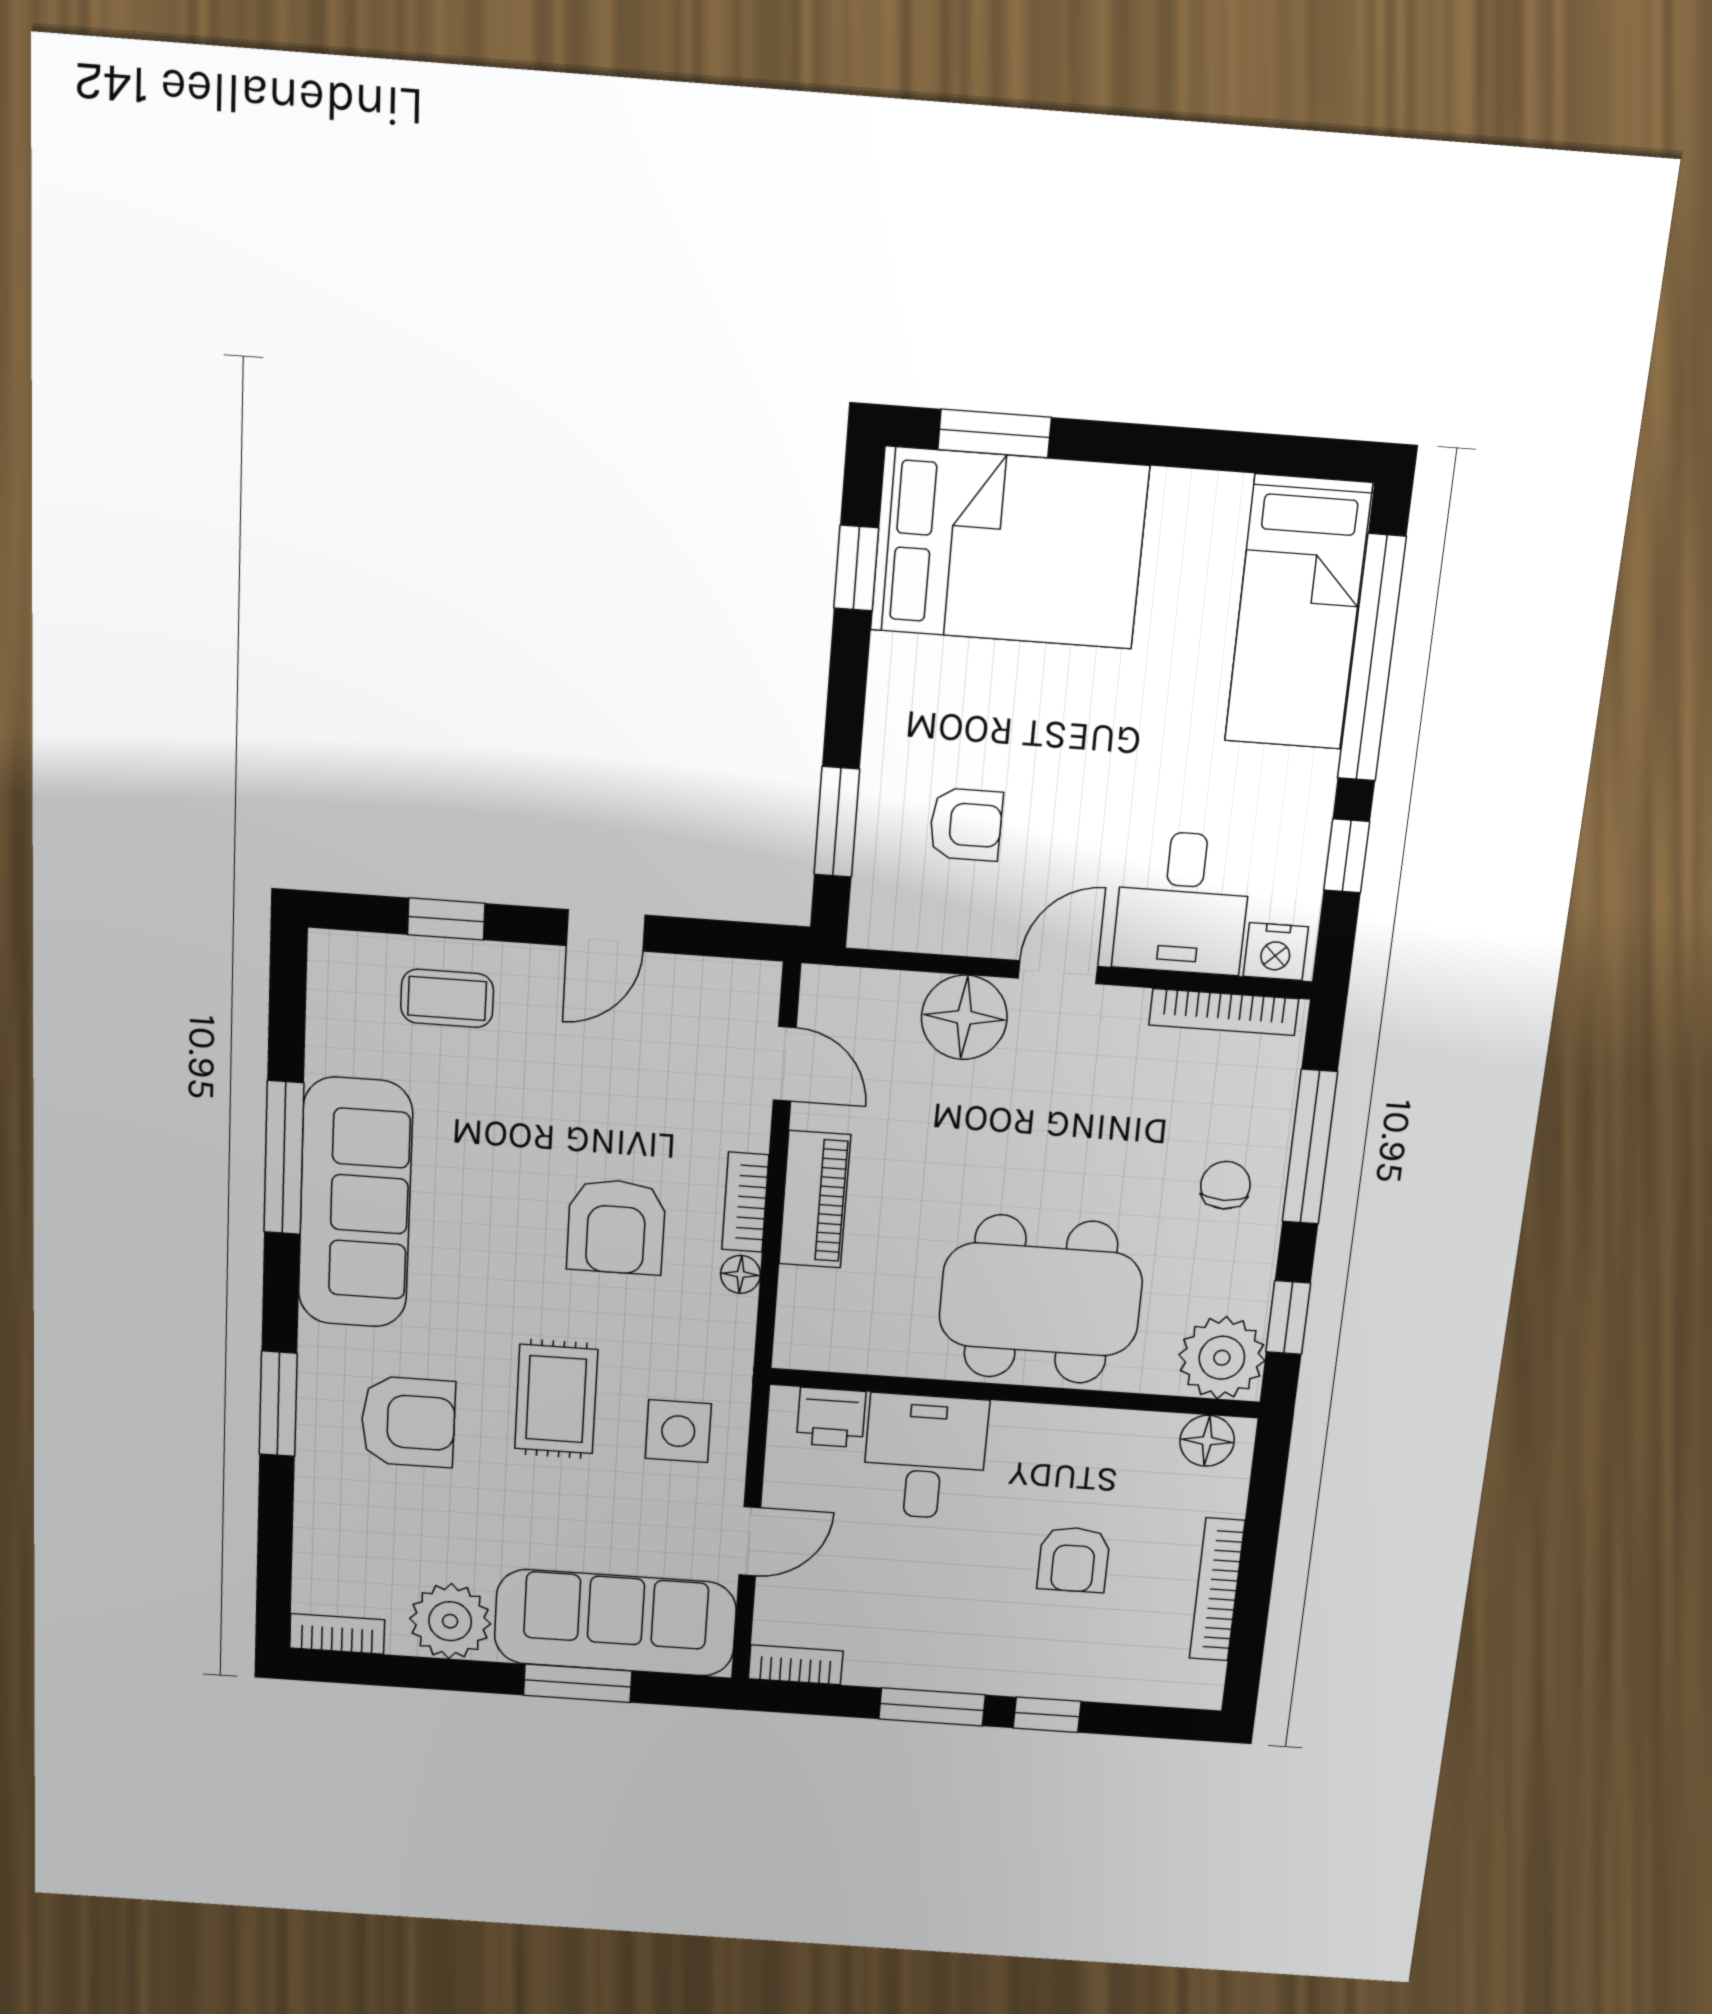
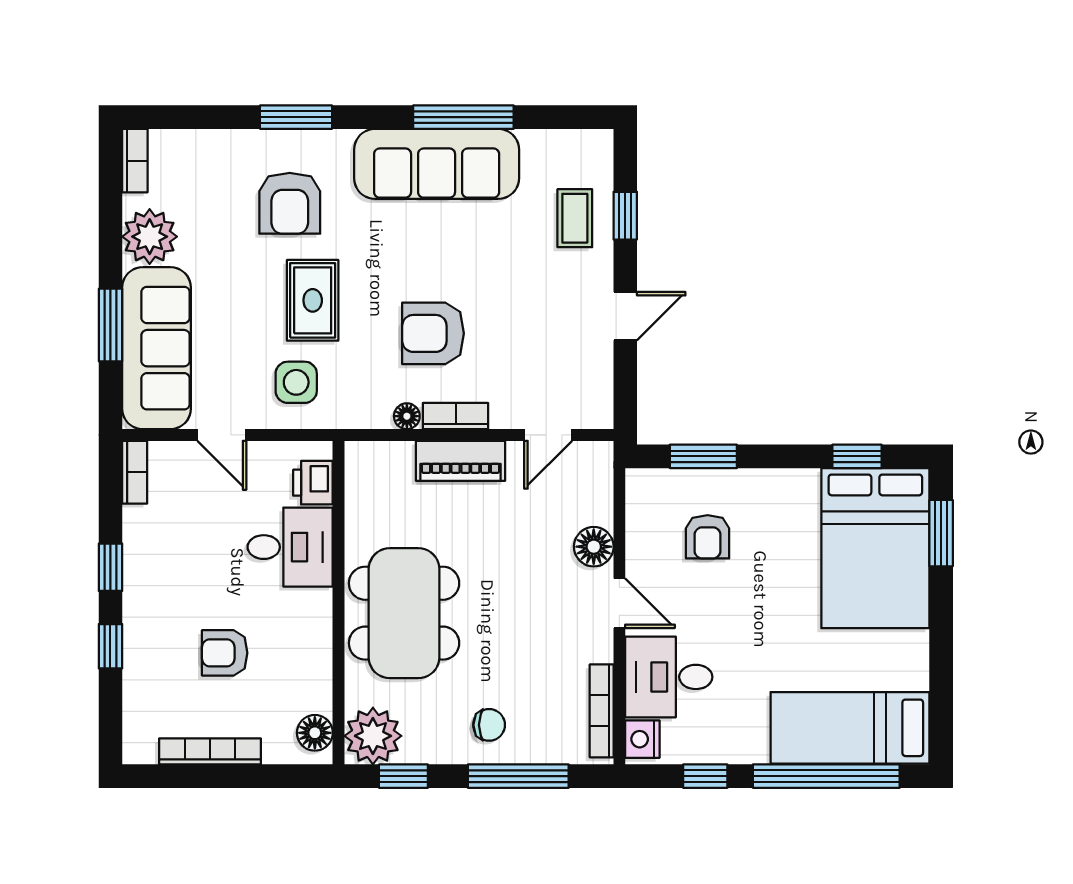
door: (606, 930) -> (625, 316), swing flipped
floor lamp: (964, 1017) -> (594, 547), width x0.73, depth x0.73
rug: (556, 1399) -> (313, 300), turned 90
window: (932, 1707) -> (110, 567), width x0.67

